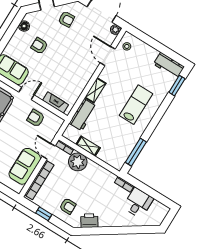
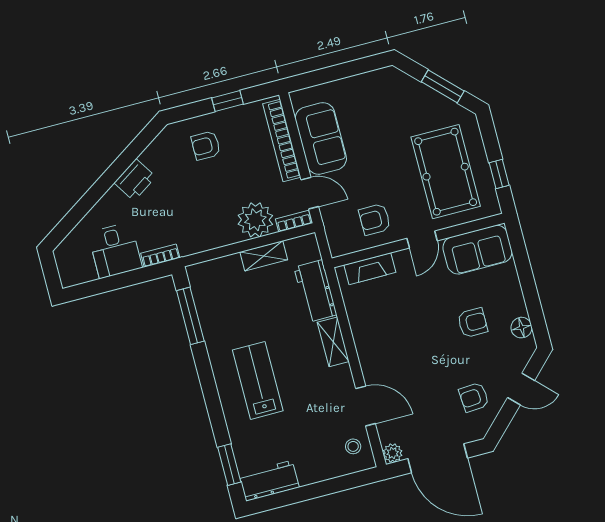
lab bench: (136, 105) -> (258, 380), turned 180
armchair: (36, 118) -> (375, 219), turned 180
printer: (89, 221) -> (135, 180), moved

